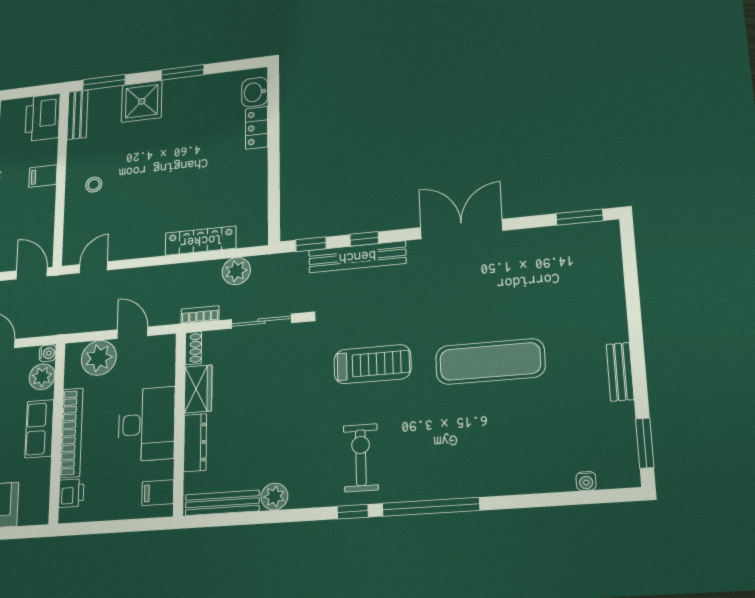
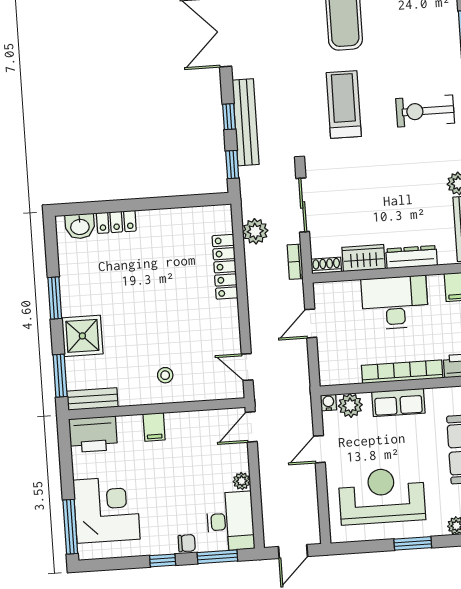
plant: (99, 358) -> (334, 353), removed

